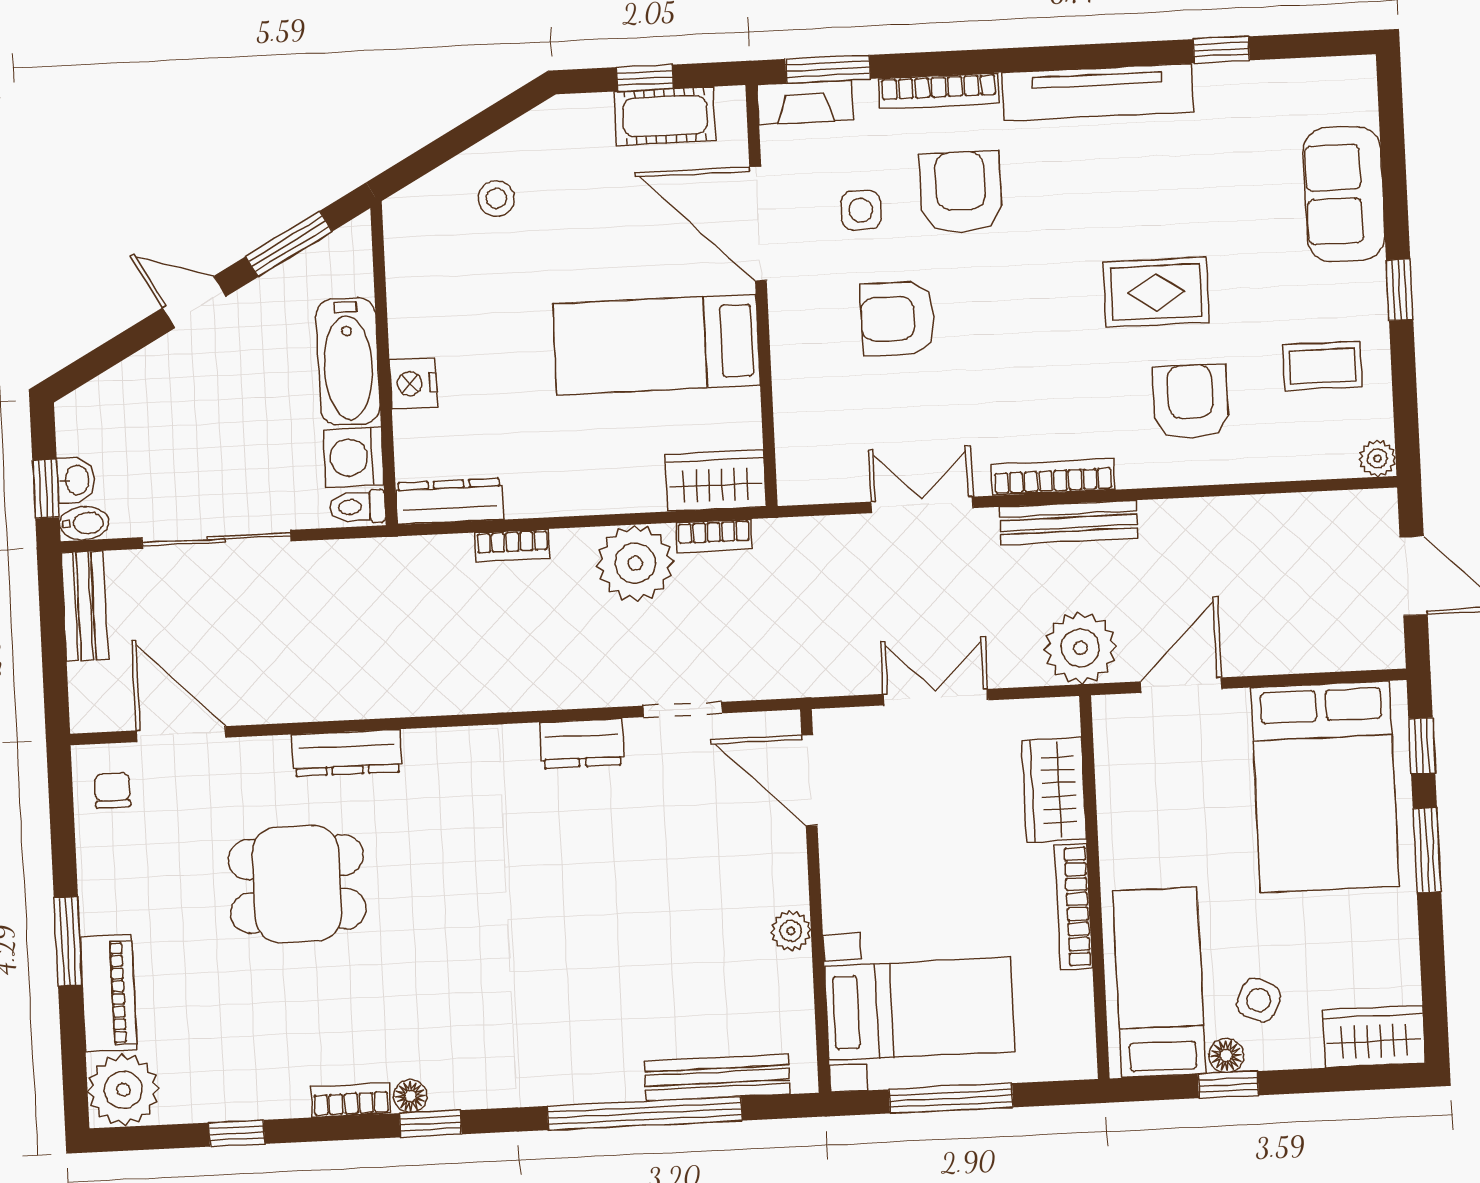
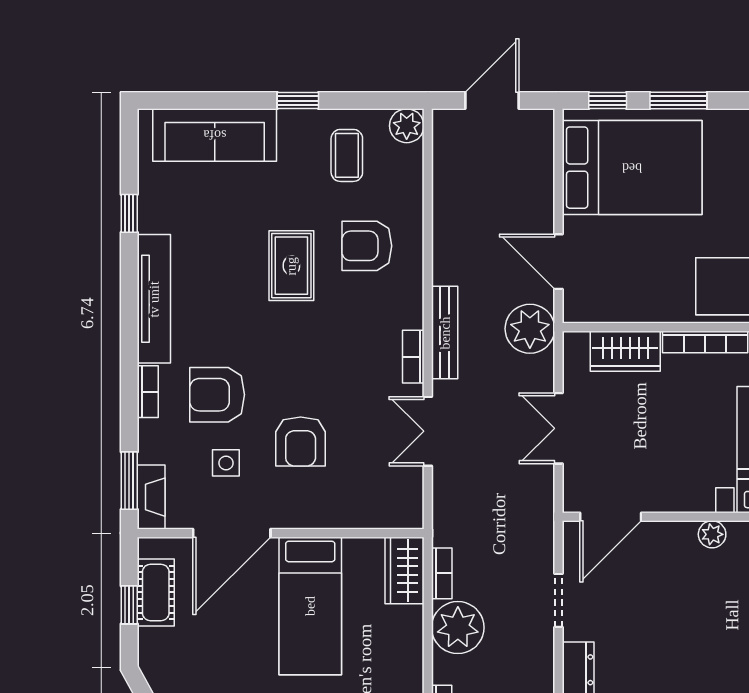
bookcase: (939, 91) -> (148, 392), width x0.64
sofa: (1344, 194) -> (215, 135), width x1.36
plant: (1377, 458) -> (407, 126), width x1.38, depth x1.38
bookcase: (1053, 477) -> (413, 357), width x0.64

